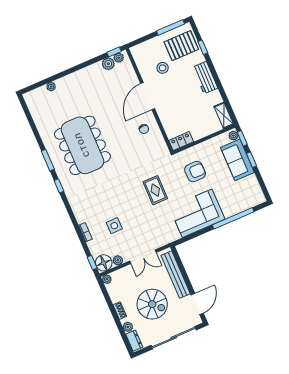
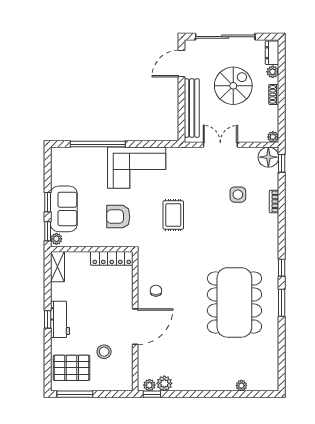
window: (203, 47) -> (48, 319), moved
locker: (181, 141) -> (112, 258), width x1.53
plant: (118, 260) -> (251, 153), removed
spiral stairs: (152, 304) -> (233, 86), turned 90

